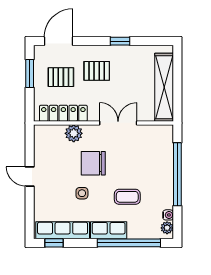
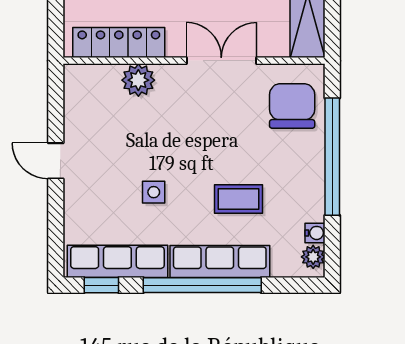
chair: (93, 163) -> (292, 106), moved, turned 90
row of seats: (109, 230) -> (220, 262), width x1.48
window: (129, 243) -> (202, 285), moved

